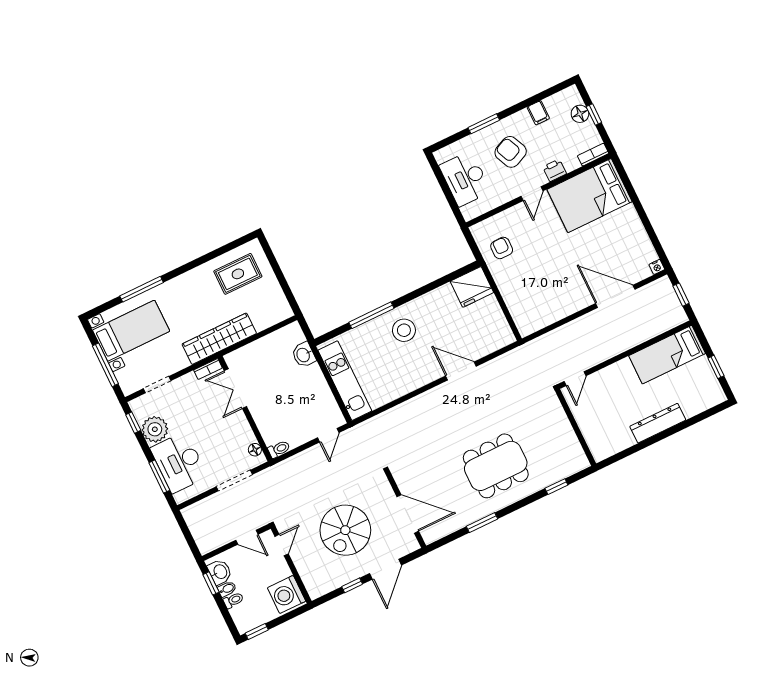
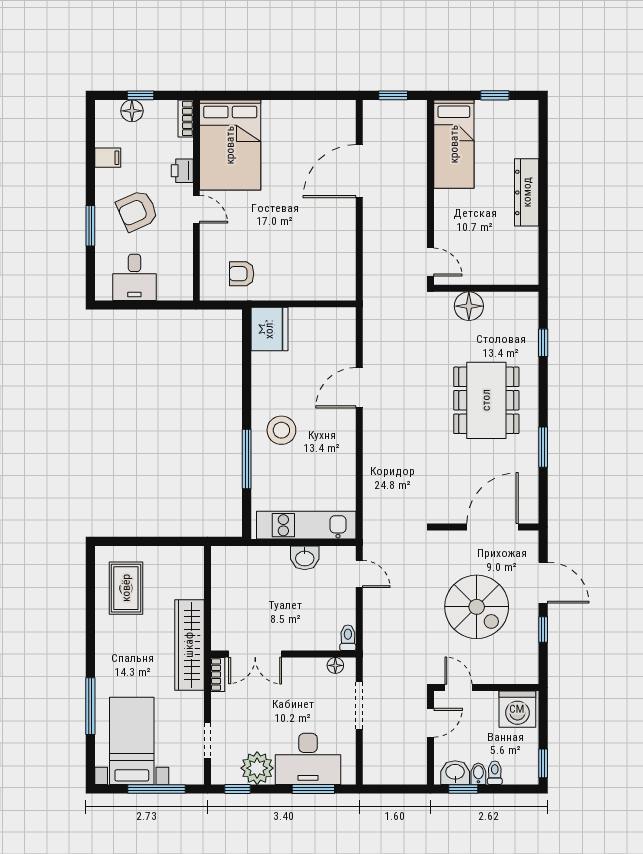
desk: (465, 179) -> (134, 277), width x0.73
nightstand: (657, 267) -> (348, 108), removed
washbasin: (304, 355) -> (305, 558), moved
floor lamp: (557, 421) -> (469, 306), added

